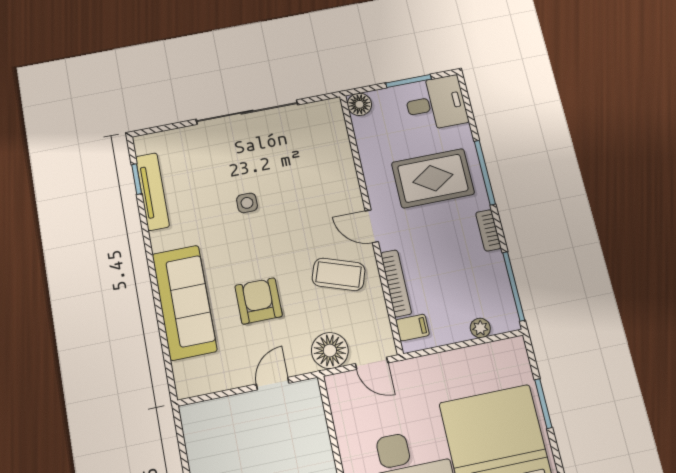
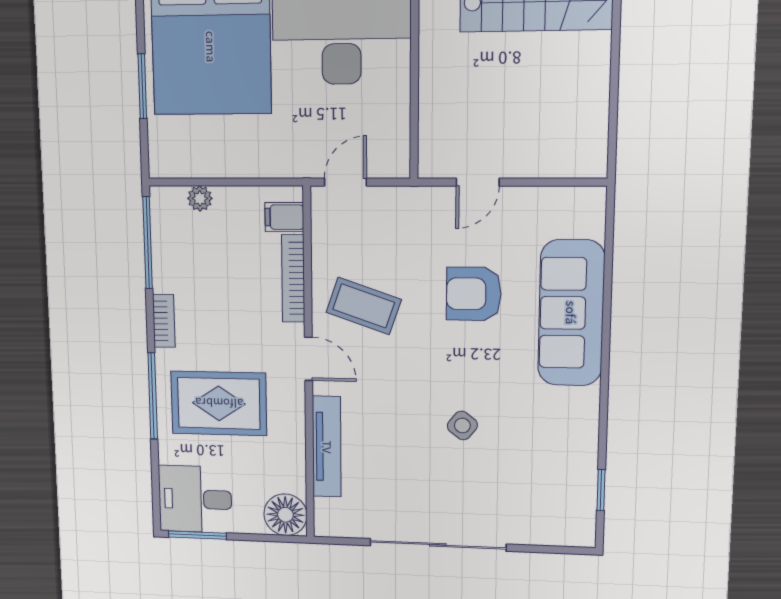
window: (409, 81) -> (197, 535), moved
floor lamp: (359, 104) -> (285, 515), width x1.38, depth x1.38
tv unit: (152, 192) -> (327, 447), moved, turned 180
side table: (247, 203) -> (462, 425), turned 38
armchair: (259, 301) -> (474, 294), turned 90
floor lamp: (330, 351) -> (395, 210), removed
door: (372, 363) -> (345, 182), hinge flipped

